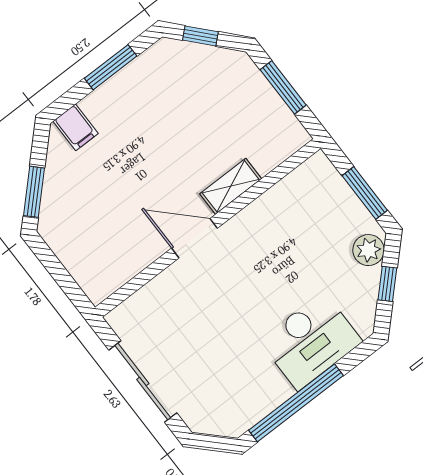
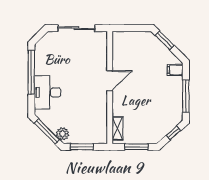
window: (111, 67) -> (186, 96), width x1.44
shelving: (231, 186) -> (117, 128), moved
window: (387, 284) -> (47, 131), width x2.17

